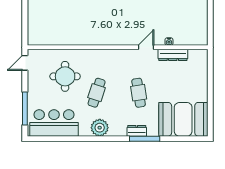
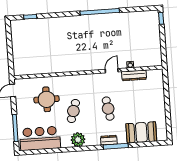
booth: (183, 119) -> (141, 132), width x0.73, depth x0.70

